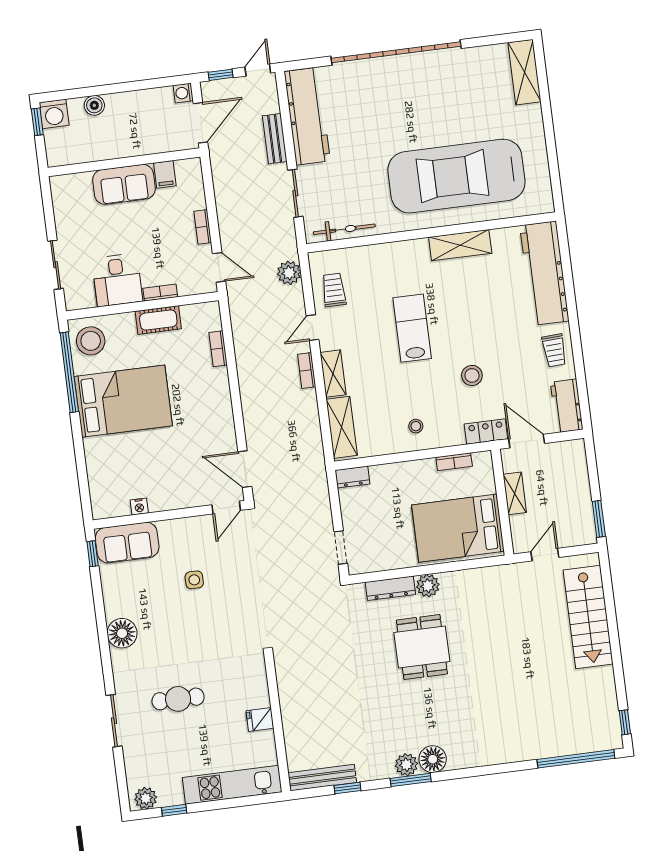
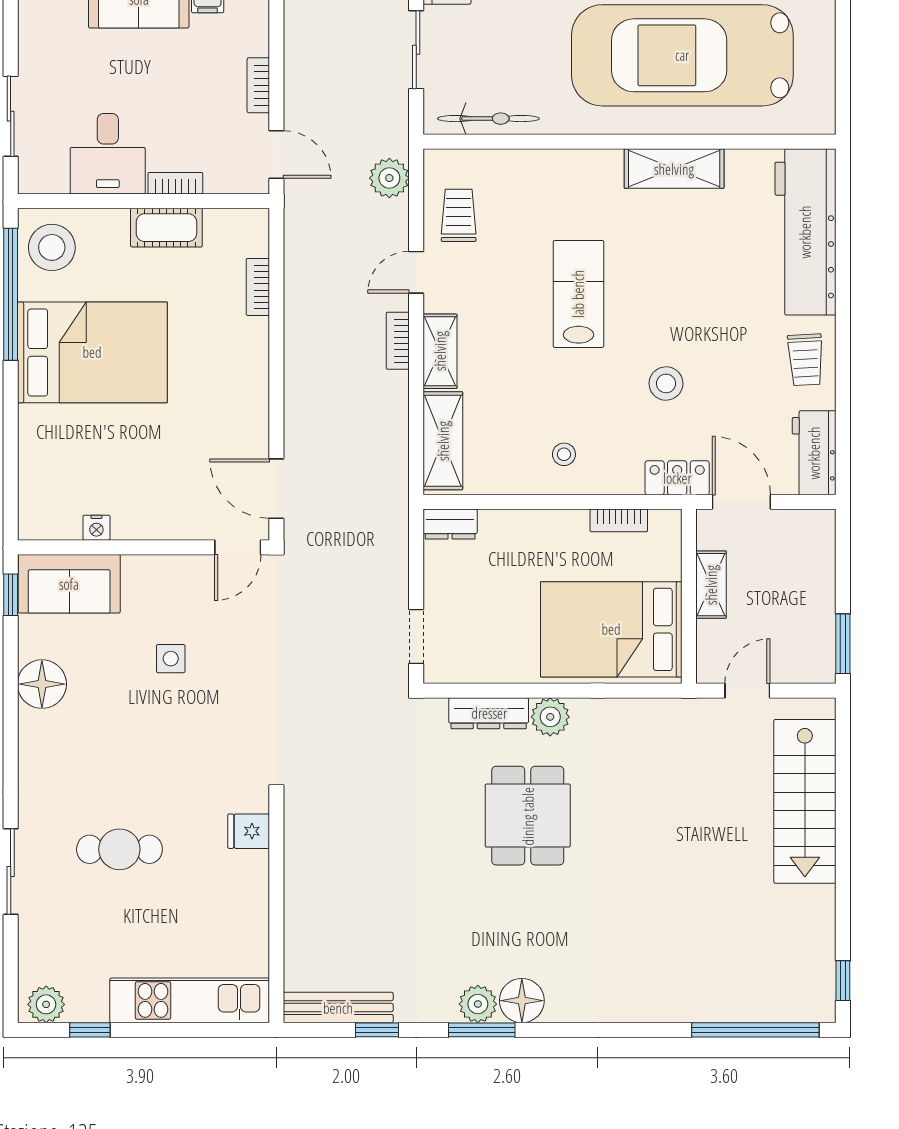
floor lamp: (122, 633) -> (42, 684), moved
fridge: (260, 719) -> (249, 831), moved

